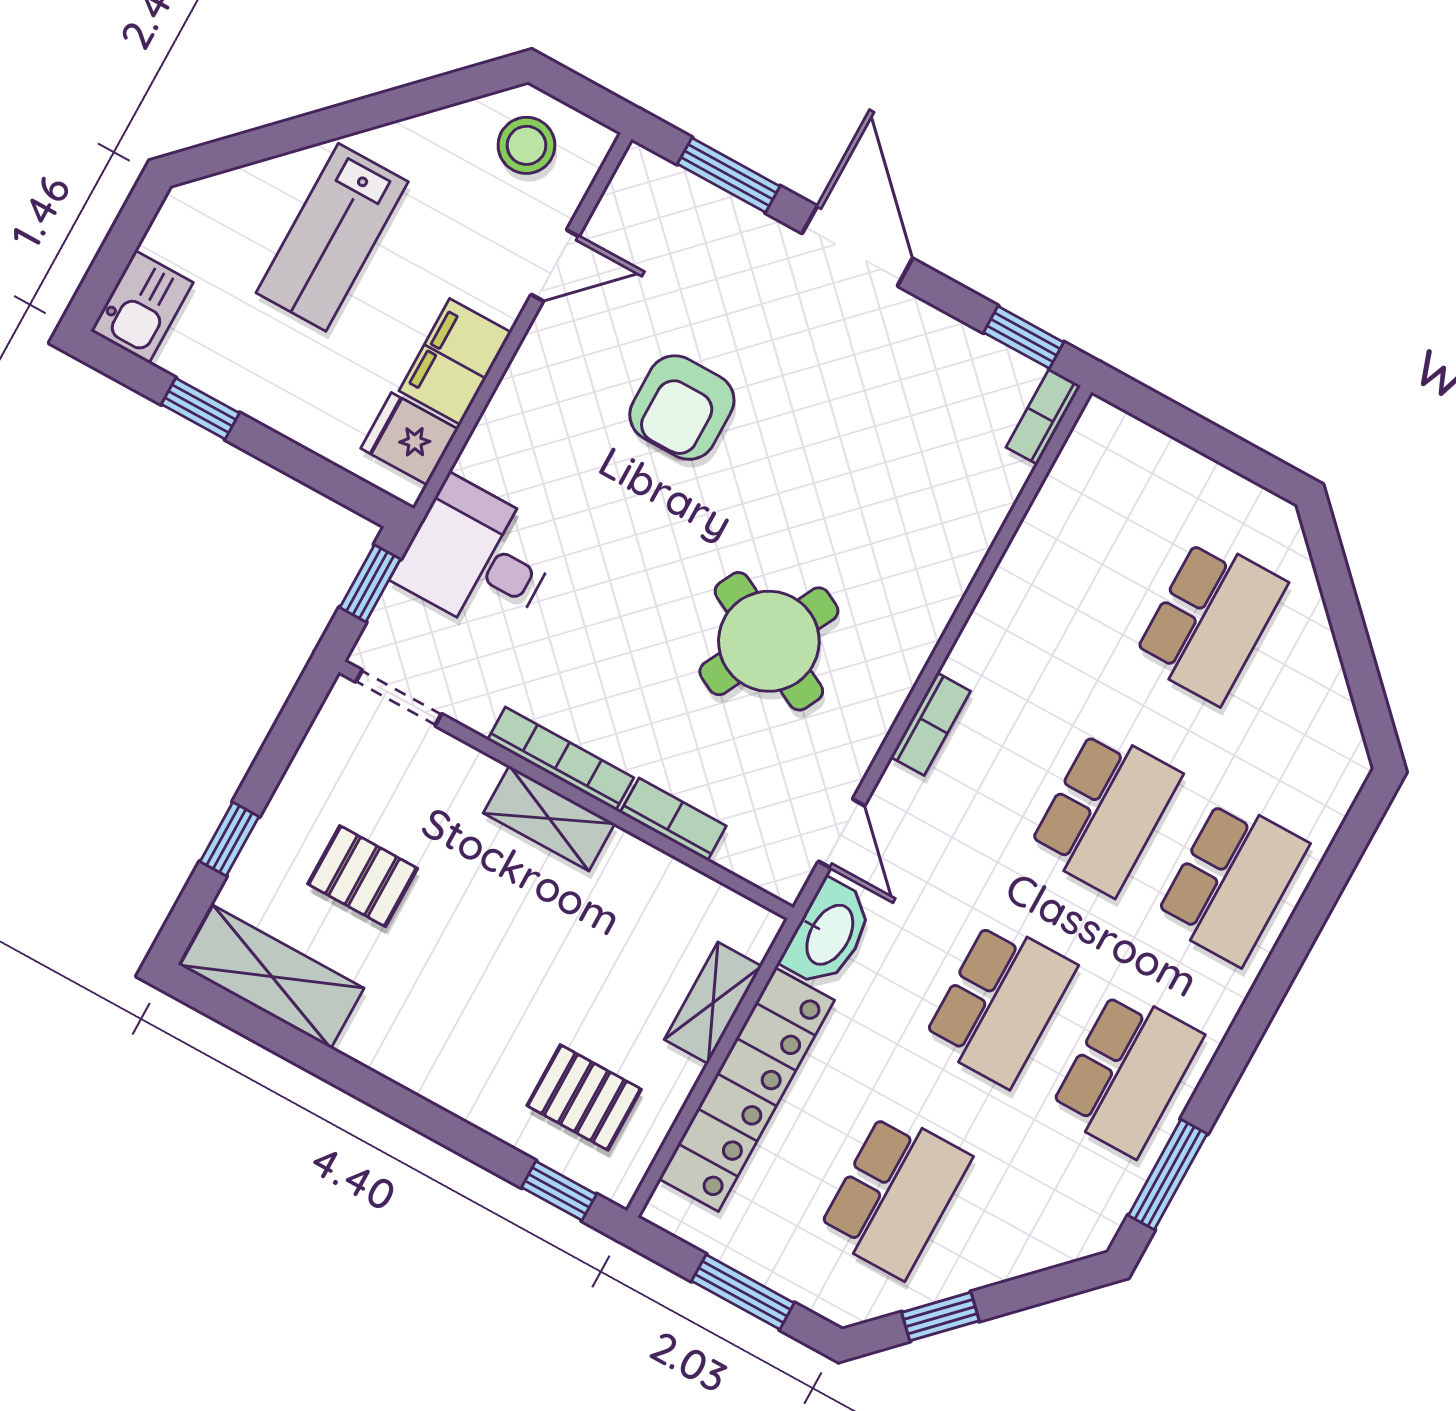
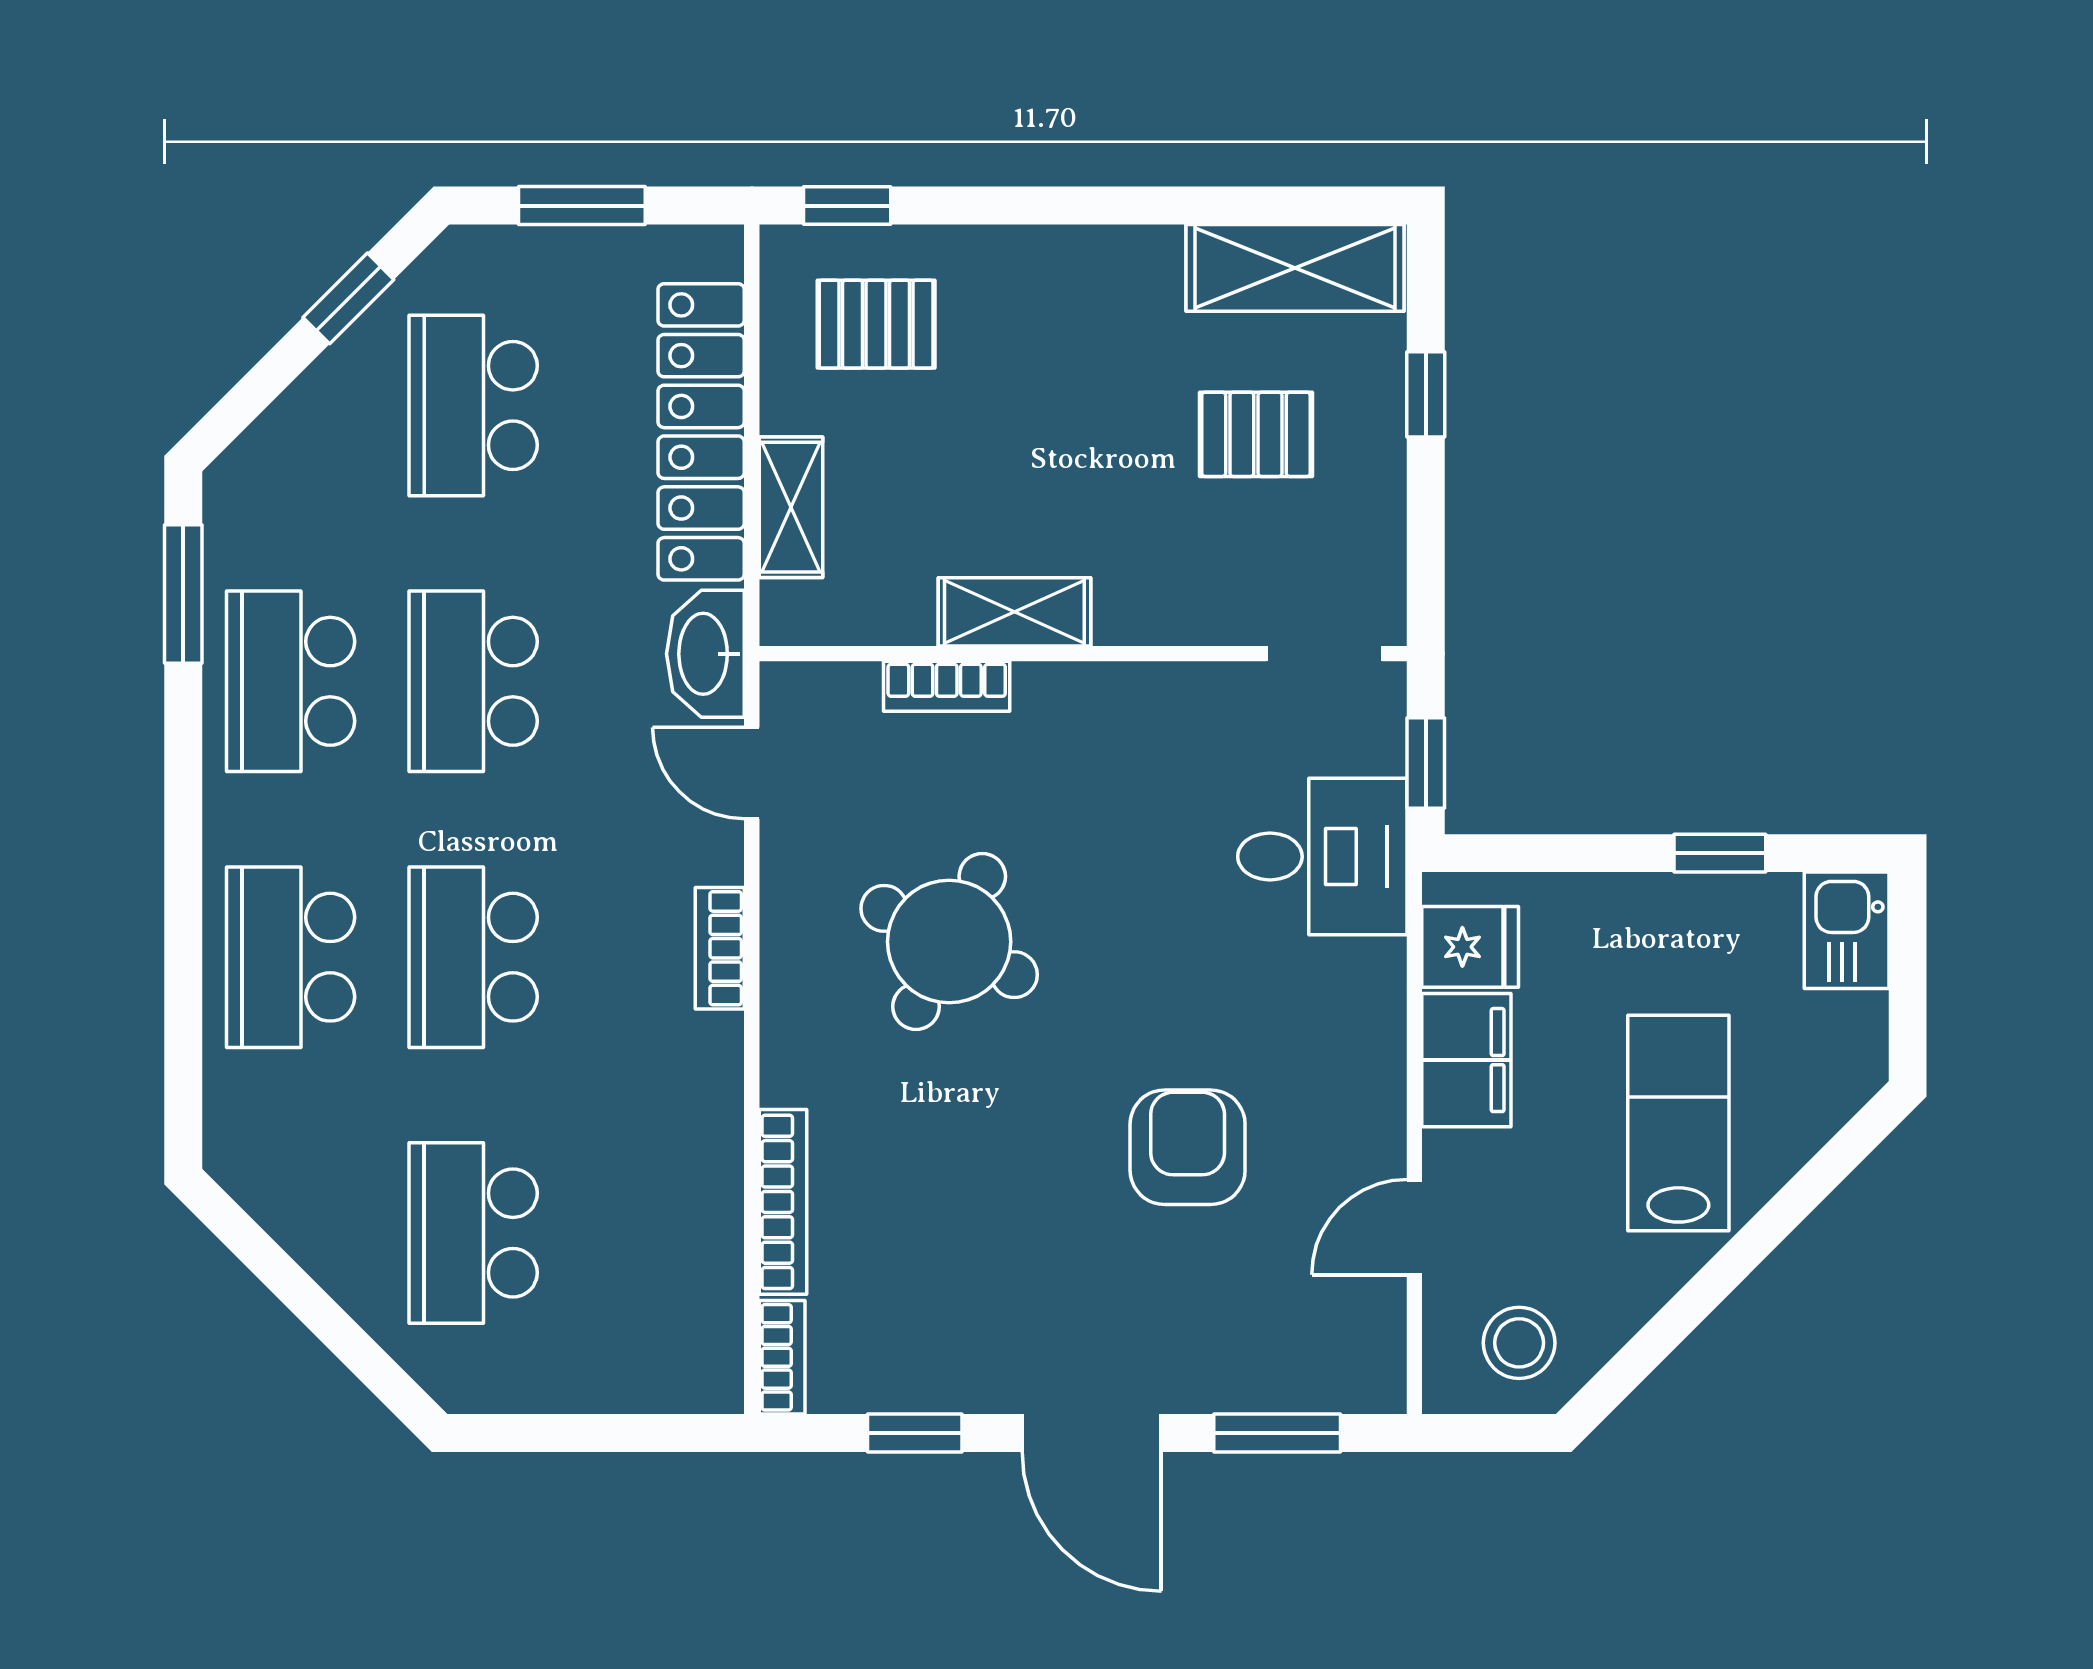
window: (1024, 337) -> (915, 1433), moved
bookcase: (561, 759) -> (783, 1202), moved, turned -90
shelving: (549, 818) -> (1014, 612), moved

